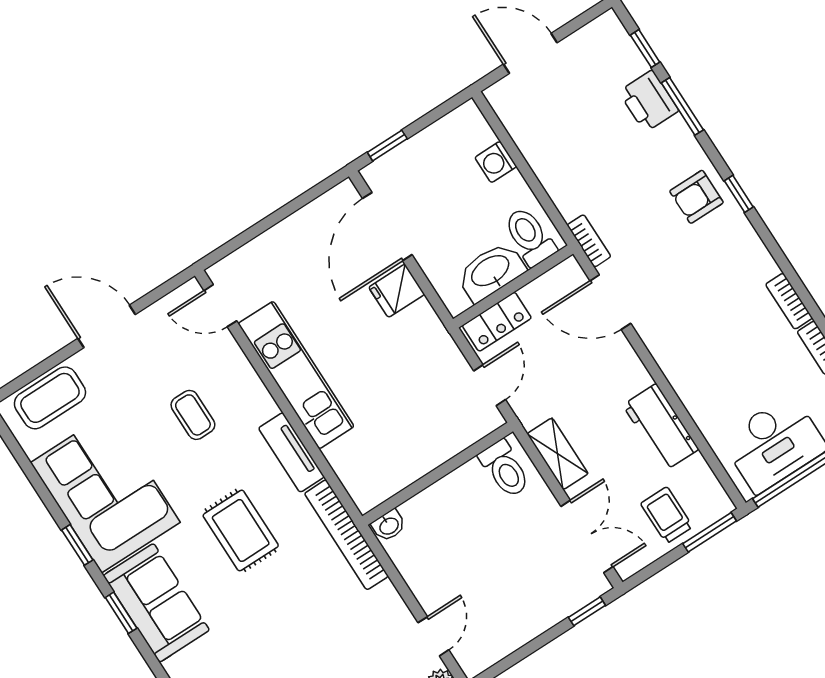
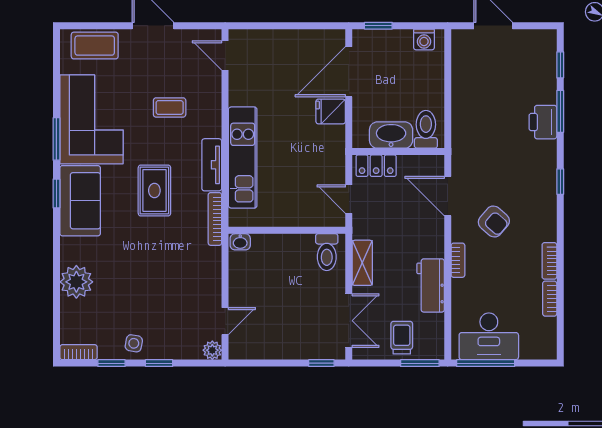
printer: (649, 101) -> (543, 122), moved
washing machine: (496, 162) -> (424, 39), moved, turned -90
armchair: (696, 197) -> (494, 222), moved, turned -139
bookcase: (589, 241) -> (458, 260), moved
kitchen unit: (296, 375) -> (243, 158), moved
door: (490, 385) -> (349, 199), swing flipped
coffee table: (193, 415) -> (170, 107), turned 90
bookcase: (346, 535) -> (215, 219), width x0.68, depth x0.76
window: (77, 545) -> (56, 139), width x1.50

